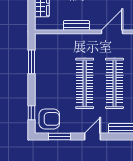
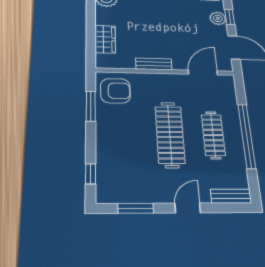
clothes rail: (114, 83) -> (213, 135), width x0.73, depth x0.76
armchair: (49, 119) -> (115, 91), moved

